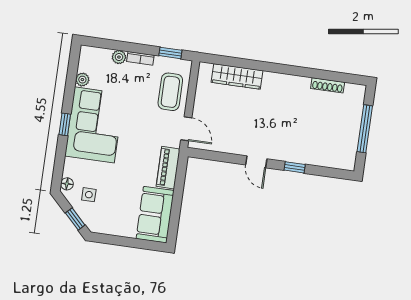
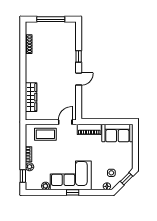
window: (170, 53) -> (23, 176), moved

